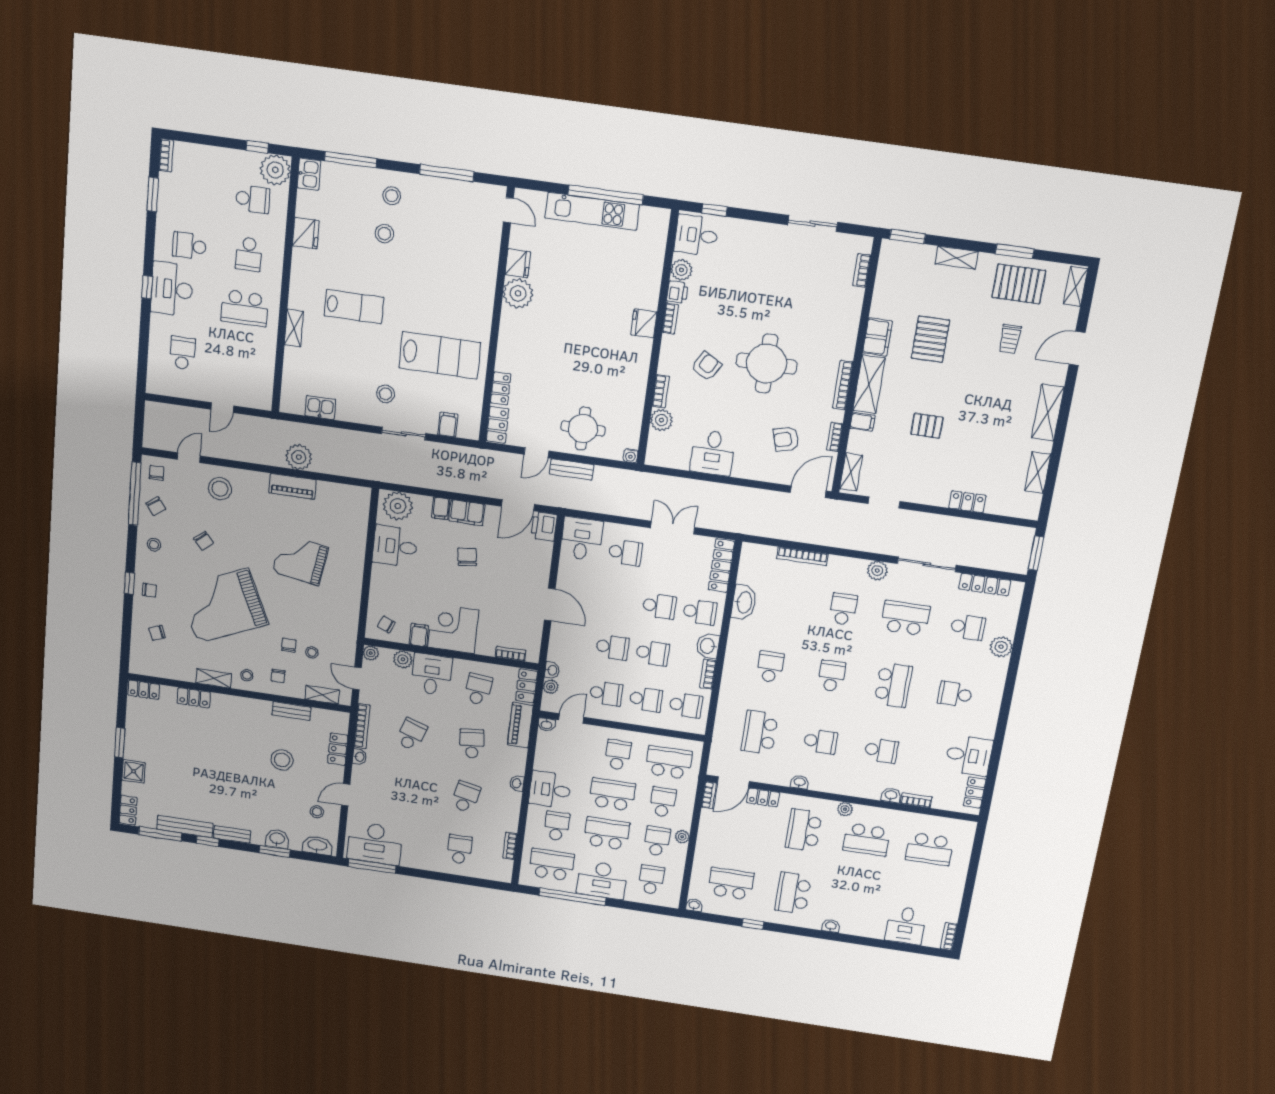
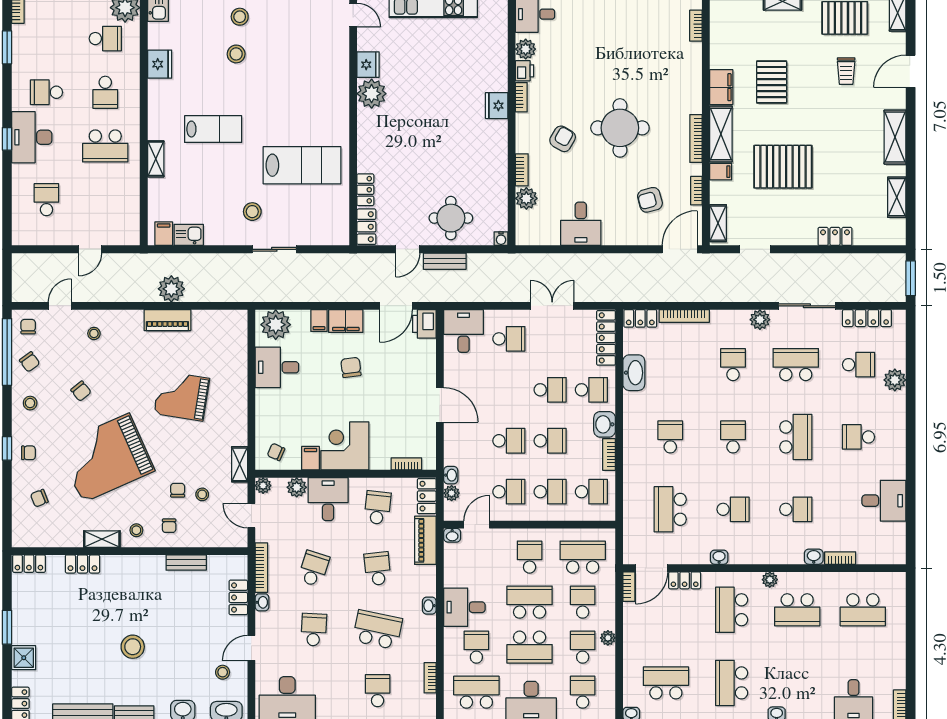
filing cabinet: (448, 425) -> (164, 234), moved
pallet: (927, 426) -> (783, 167), width x2.05, depth x2.00
stool: (220, 489) -> (94, 333), width x0.53, depth x0.53
shelving: (322, 695) -> (240, 464), moved, turned 90
stool: (282, 760) -> (133, 647), moved
school desk: (406, 788) -> (314, 630), added
locker: (975, 792) -> (640, 318), moved, turned -90
school desk: (466, 797) -> (378, 630), width x1.85
school desk: (607, 834) -> (530, 647), turned 180

